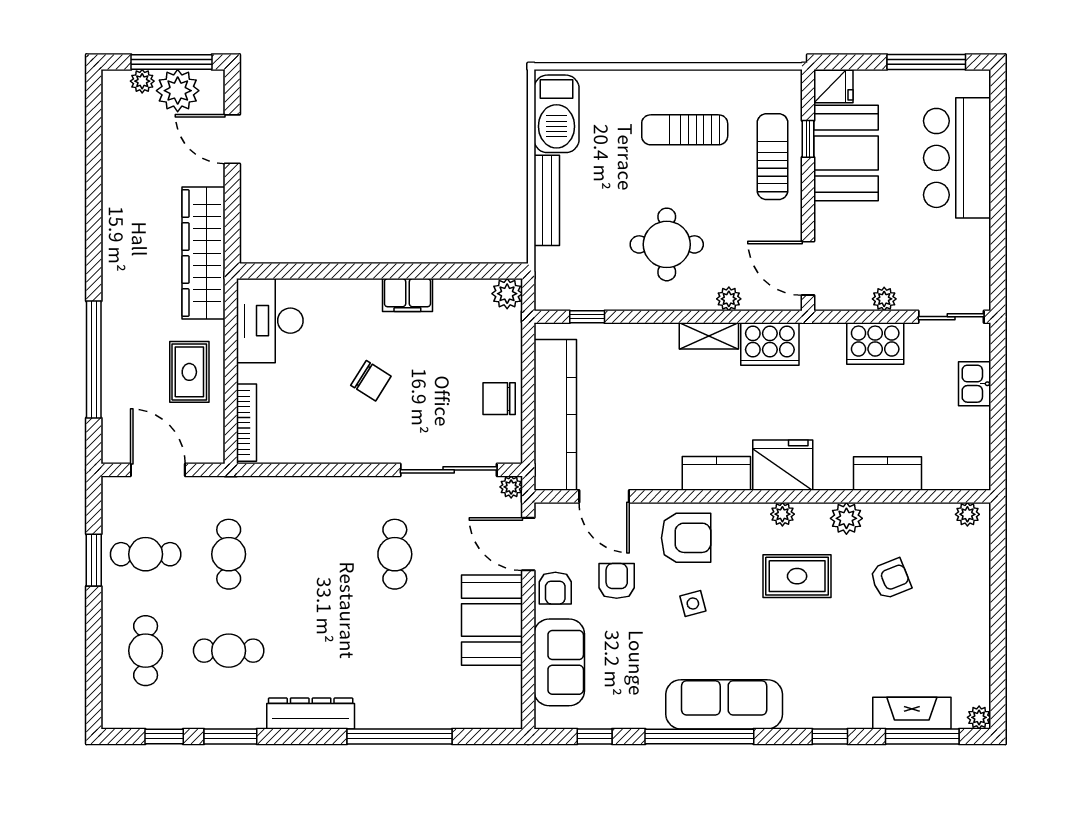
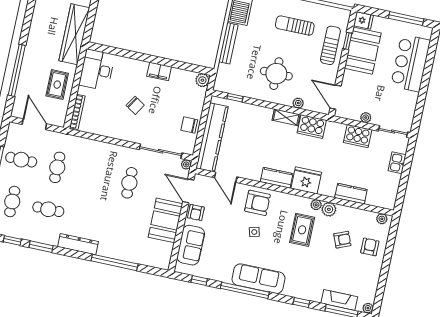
plant: (782, 514) -> (316, 205), moved
rug: (797, 576) -> (302, 230), turned 90
armchair: (617, 581) -> (370, 247), moved

